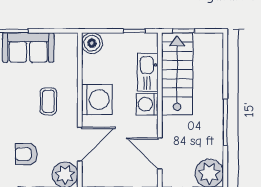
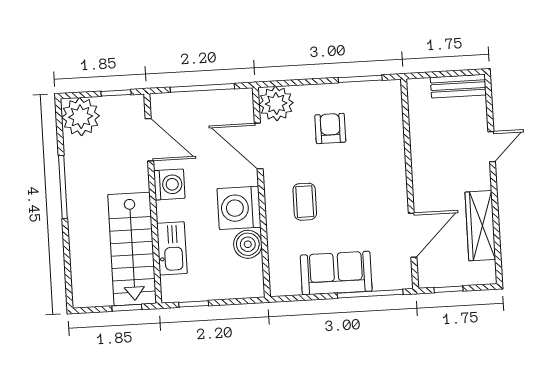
boiler: (92, 43) -> (248, 244), moved
washing machine: (147, 104) -> (169, 184), moved
door: (80, 144) -> (259, 146), hinge flipped
armchair: (26, 154) -> (330, 128), turned -90

